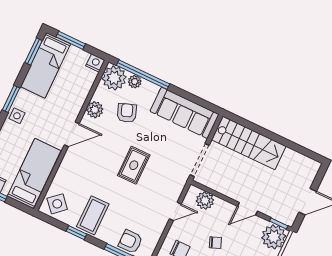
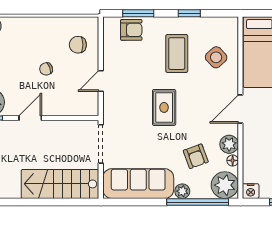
plant: (135, 82) -> (182, 191), moved
floor lamp: (98, 95) -> (233, 160), added
plant: (205, 201) -> (76, 106), removed
side table: (57, 204) -> (216, 57), moved
coffee table: (93, 215) -> (177, 54), moved

